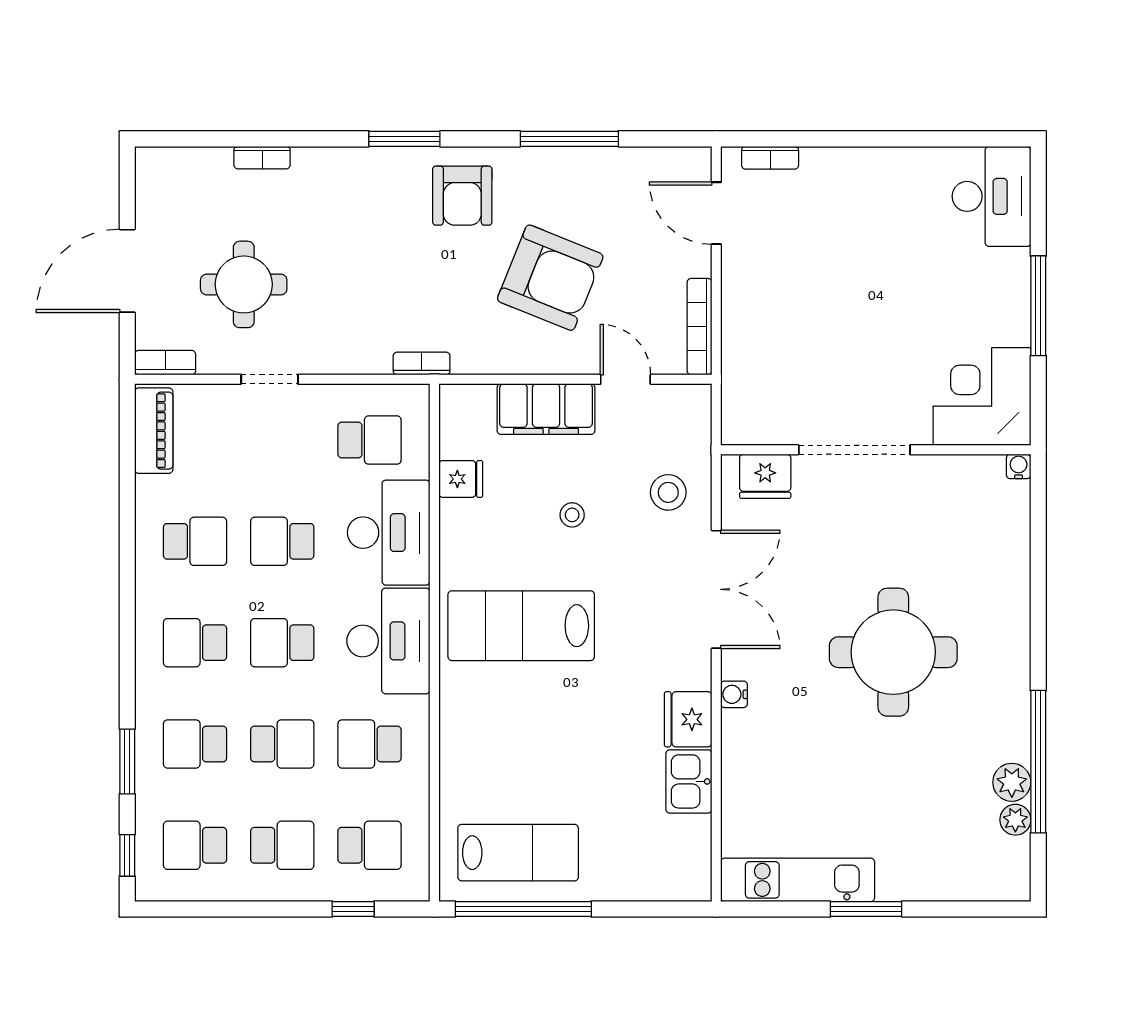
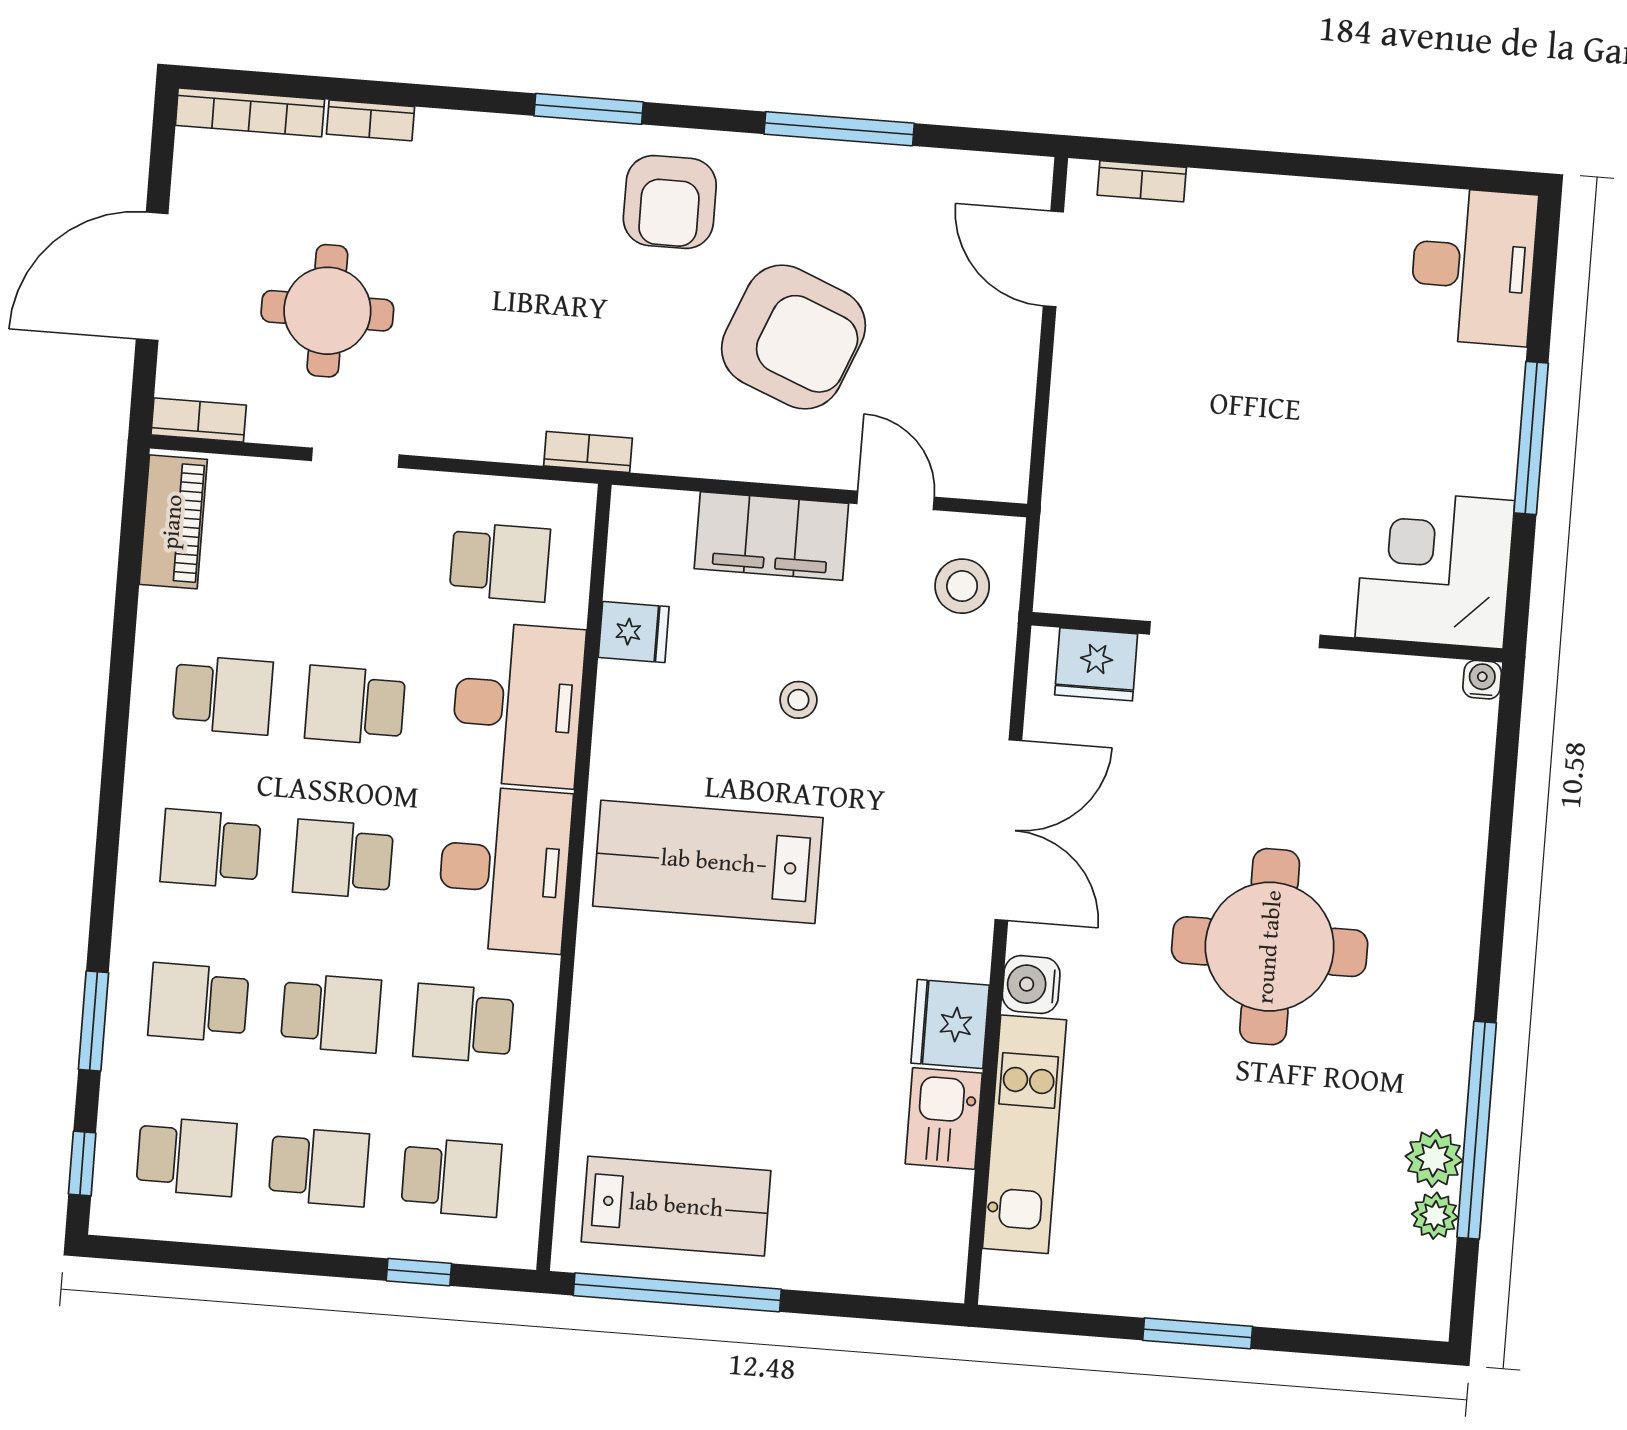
bookcase: (699, 327) -> (250, 112), moved, turned -90
stool: (668, 492) -> (962, 586), moved
water cooler: (734, 694) -> (1031, 985), width x1.38, depth x1.38
school desk: (195, 845) -> (186, 1156), turned 180
kitchen unit: (798, 880) -> (1024, 1134), moved, turned 90

